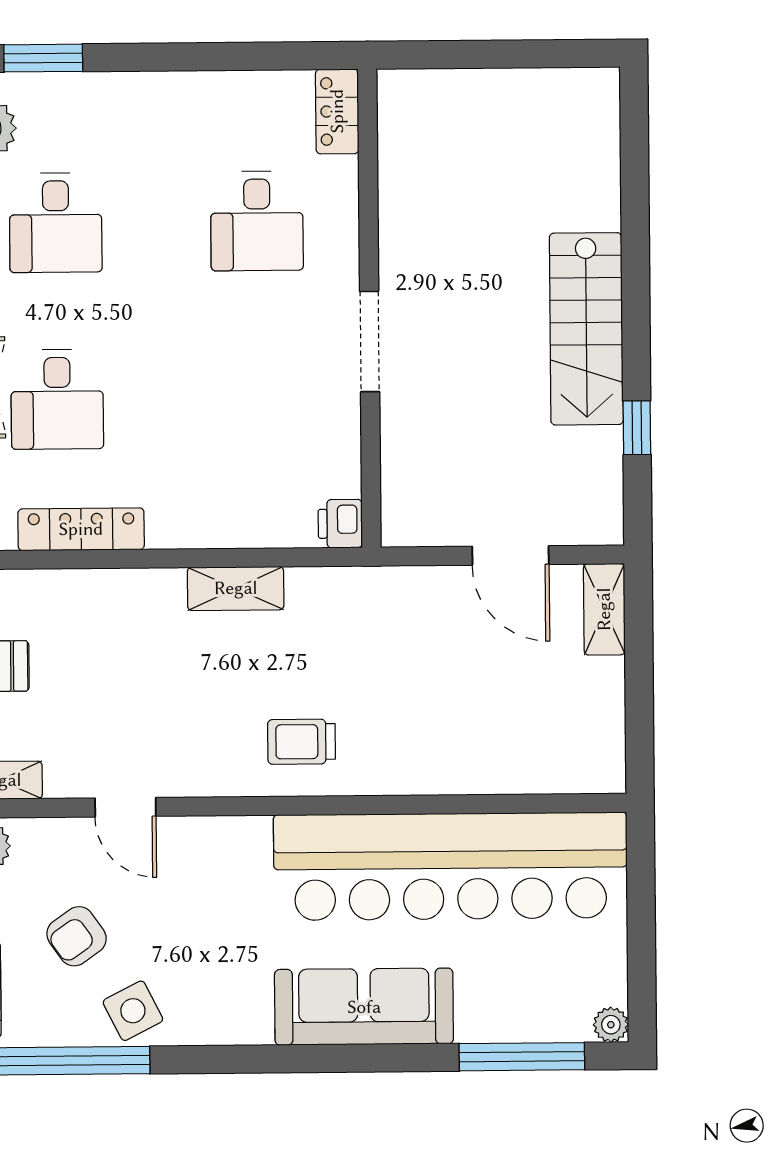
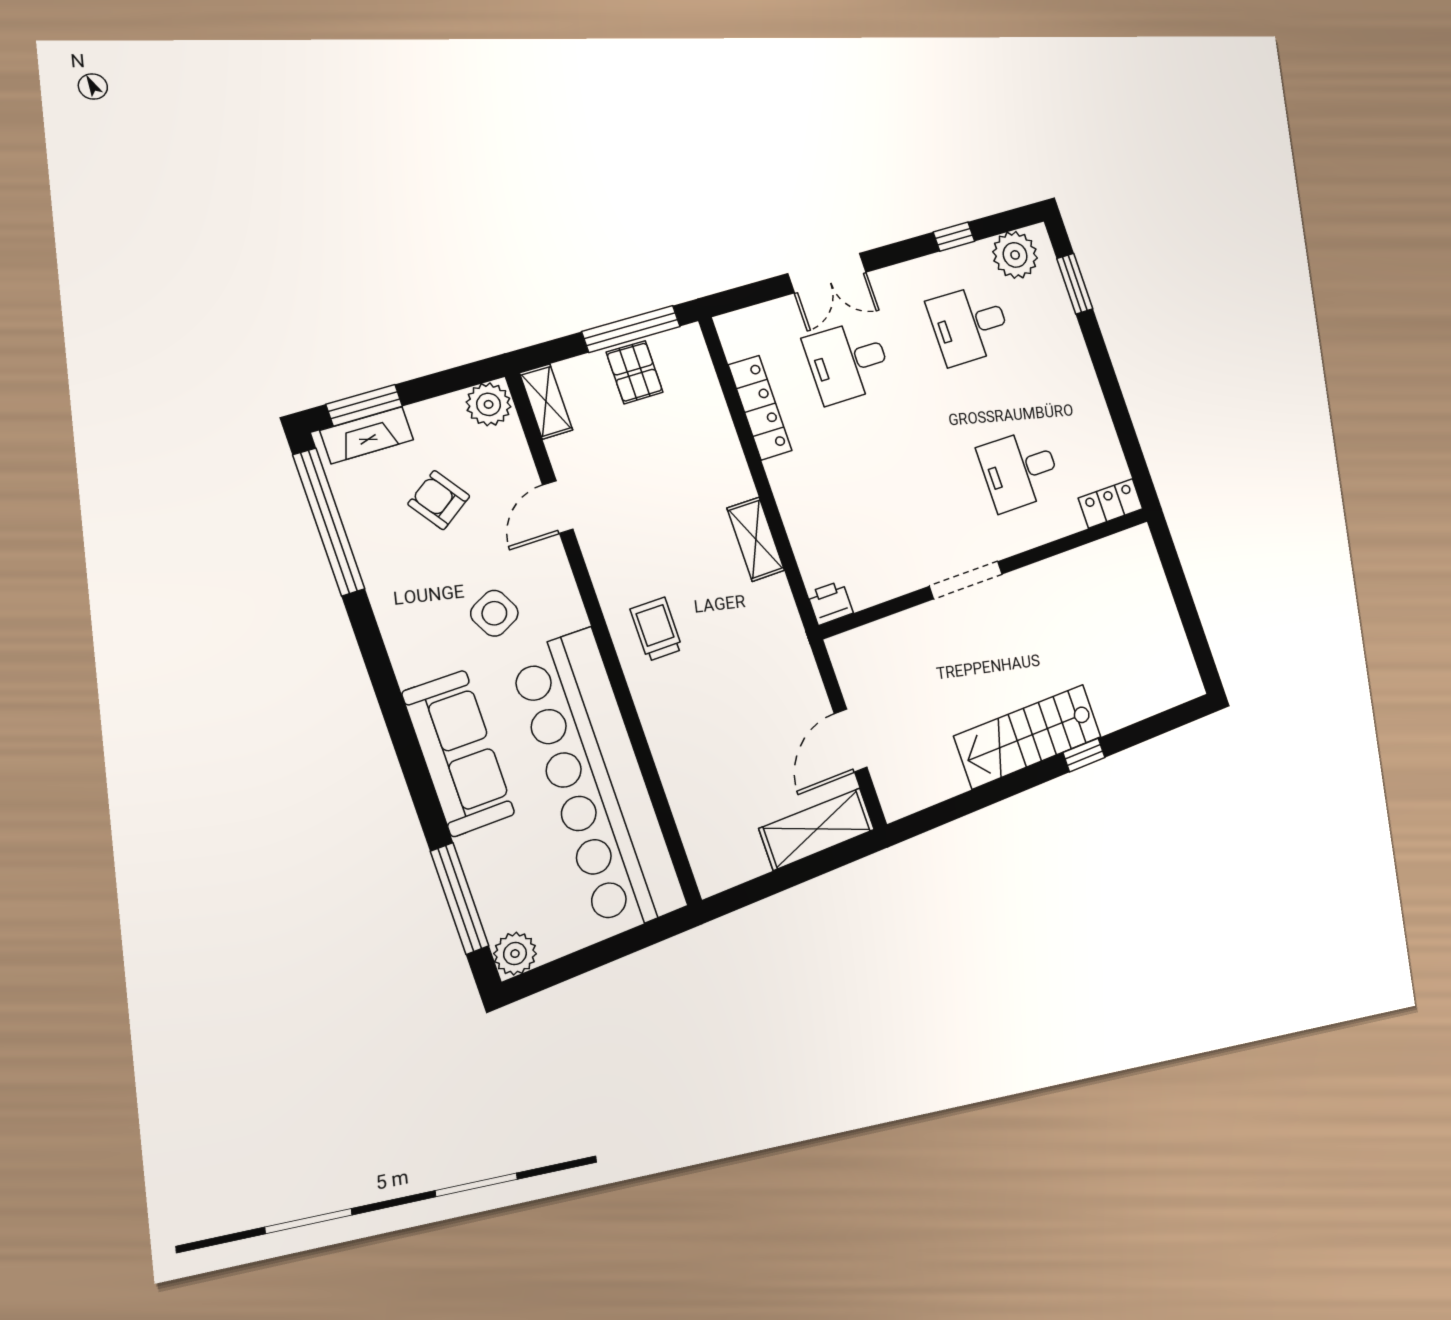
window: (637, 428) -> (1084, 755), moved
shelving: (604, 609) -> (817, 829), width x1.50, depth x1.33
side table: (133, 1011) -> (494, 613), moved
plant: (611, 1025) -> (515, 954), width x1.38, depth x1.38

